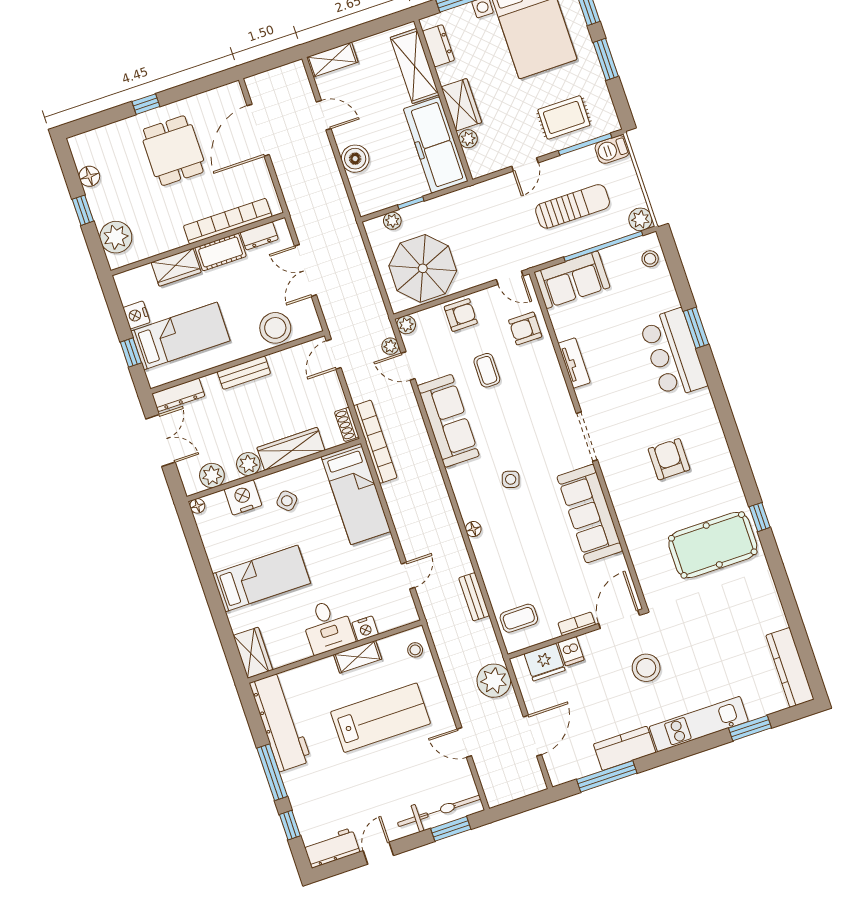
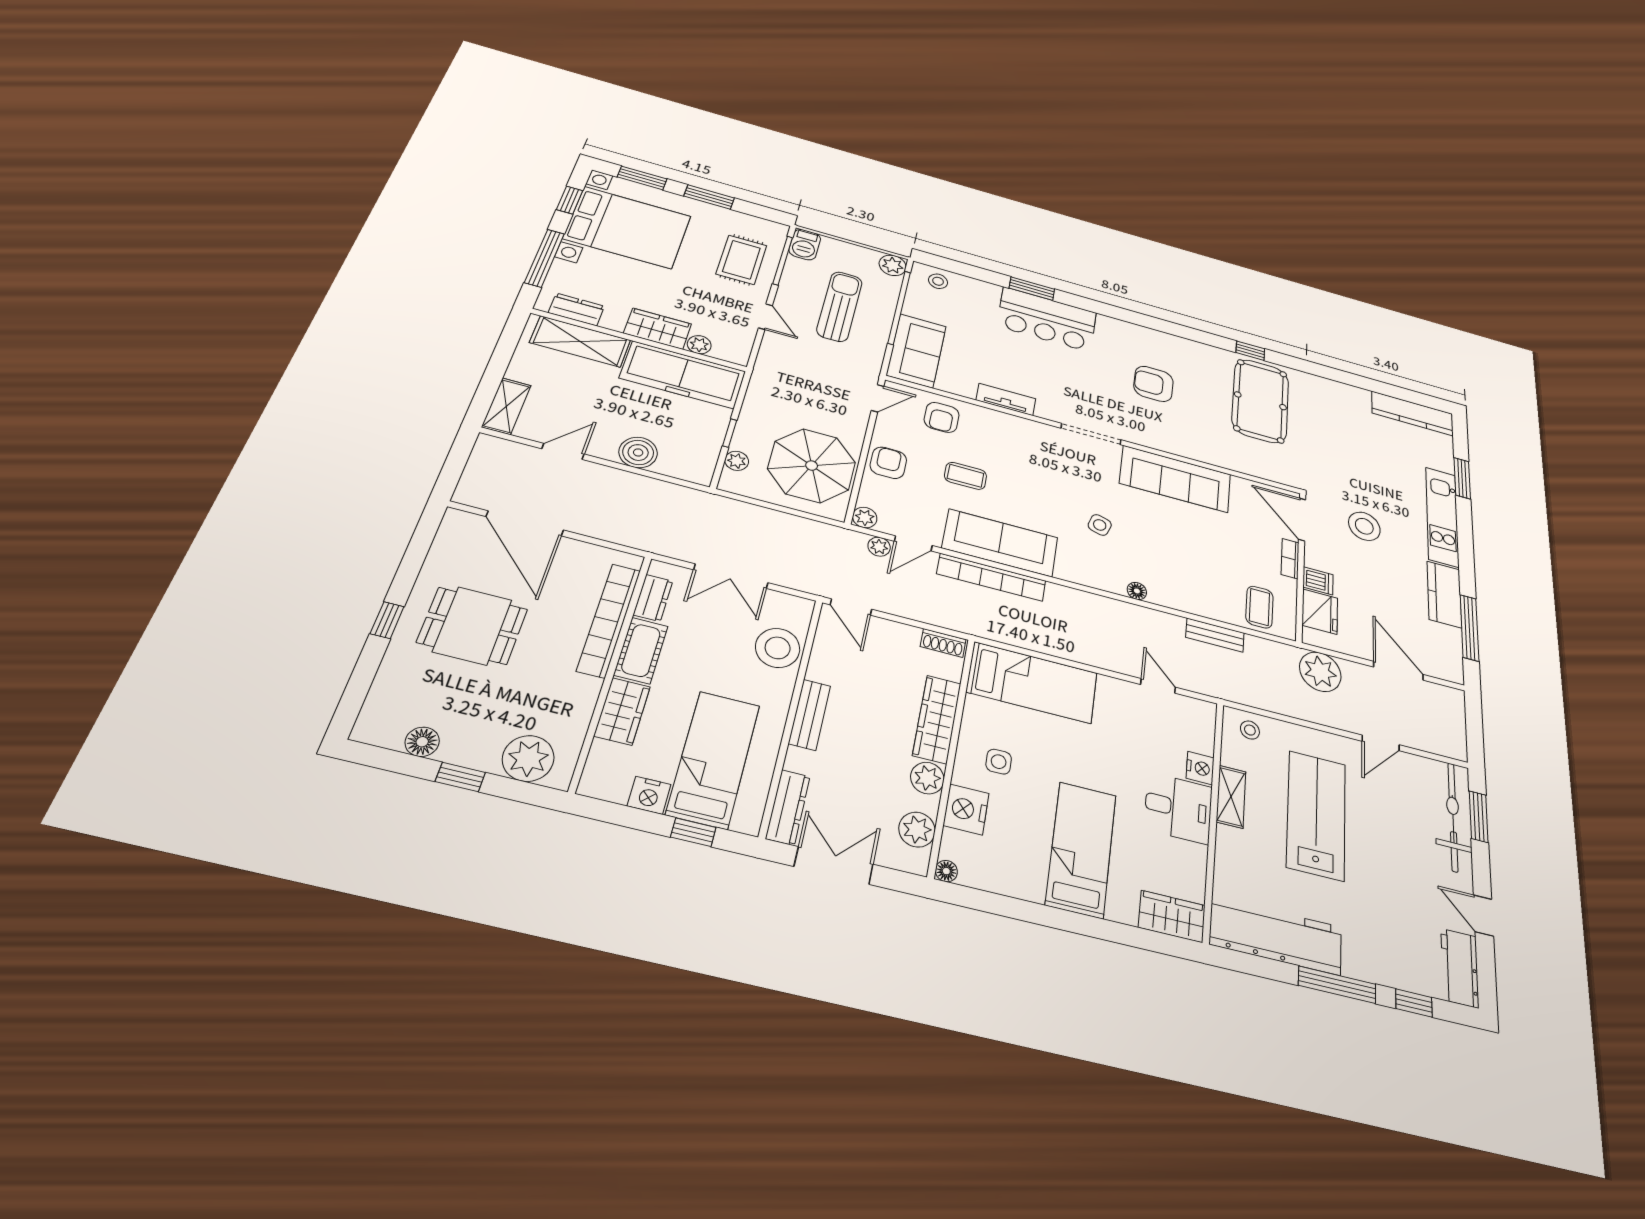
bookcase: (375, 442) -> (991, 577), moved, turned 180
side table: (287, 501) -> (999, 762), turned 45

